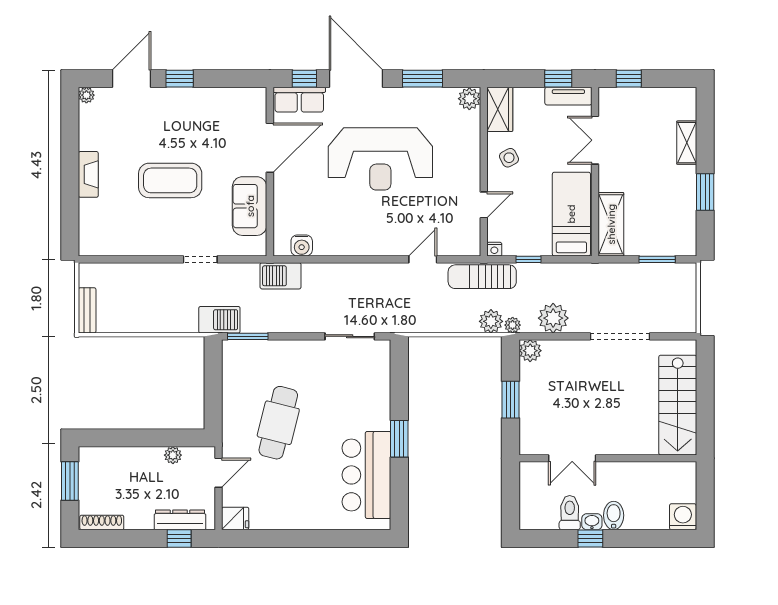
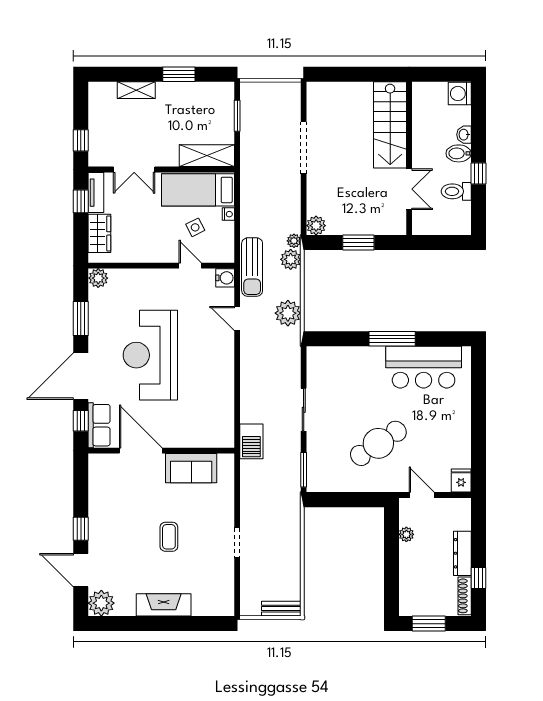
plant: (86, 95) -> (101, 603), width x1.87, depth x1.87
wardrobe: (500, 109) -> (99, 233), moved, turned 90
side table: (509, 158) -> (195, 227), moved
reception desk: (380, 159) -> (150, 355), turned 180
fireplace: (88, 174) -> (164, 605), width x1.37, depth x1.32
coffee table: (170, 180) -> (169, 537), width x0.54, depth x0.58
water cooler: (302, 245) -> (225, 278), moved
nightstand: (494, 249) -> (228, 214), moved
doorway: (200, 259) -> (237, 542), moved
window: (528, 259) -> (237, 227), removed
plant: (553, 318) -> (288, 313), moved
barbecue: (219, 320) -> (289, 494), removed
sliding door: (350, 336) -> (304, 410), moved
stairs: (678, 405) -> (390, 125), moved, turned 90
cafe table: (278, 423) -> (378, 443), turned -48
window: (399, 439) -> (392, 339), width x1.44
dresser: (180, 520) -> (462, 553), moved
washbasin: (592, 522) -> (464, 135), moved
window: (179, 538) -> (478, 578), moved

